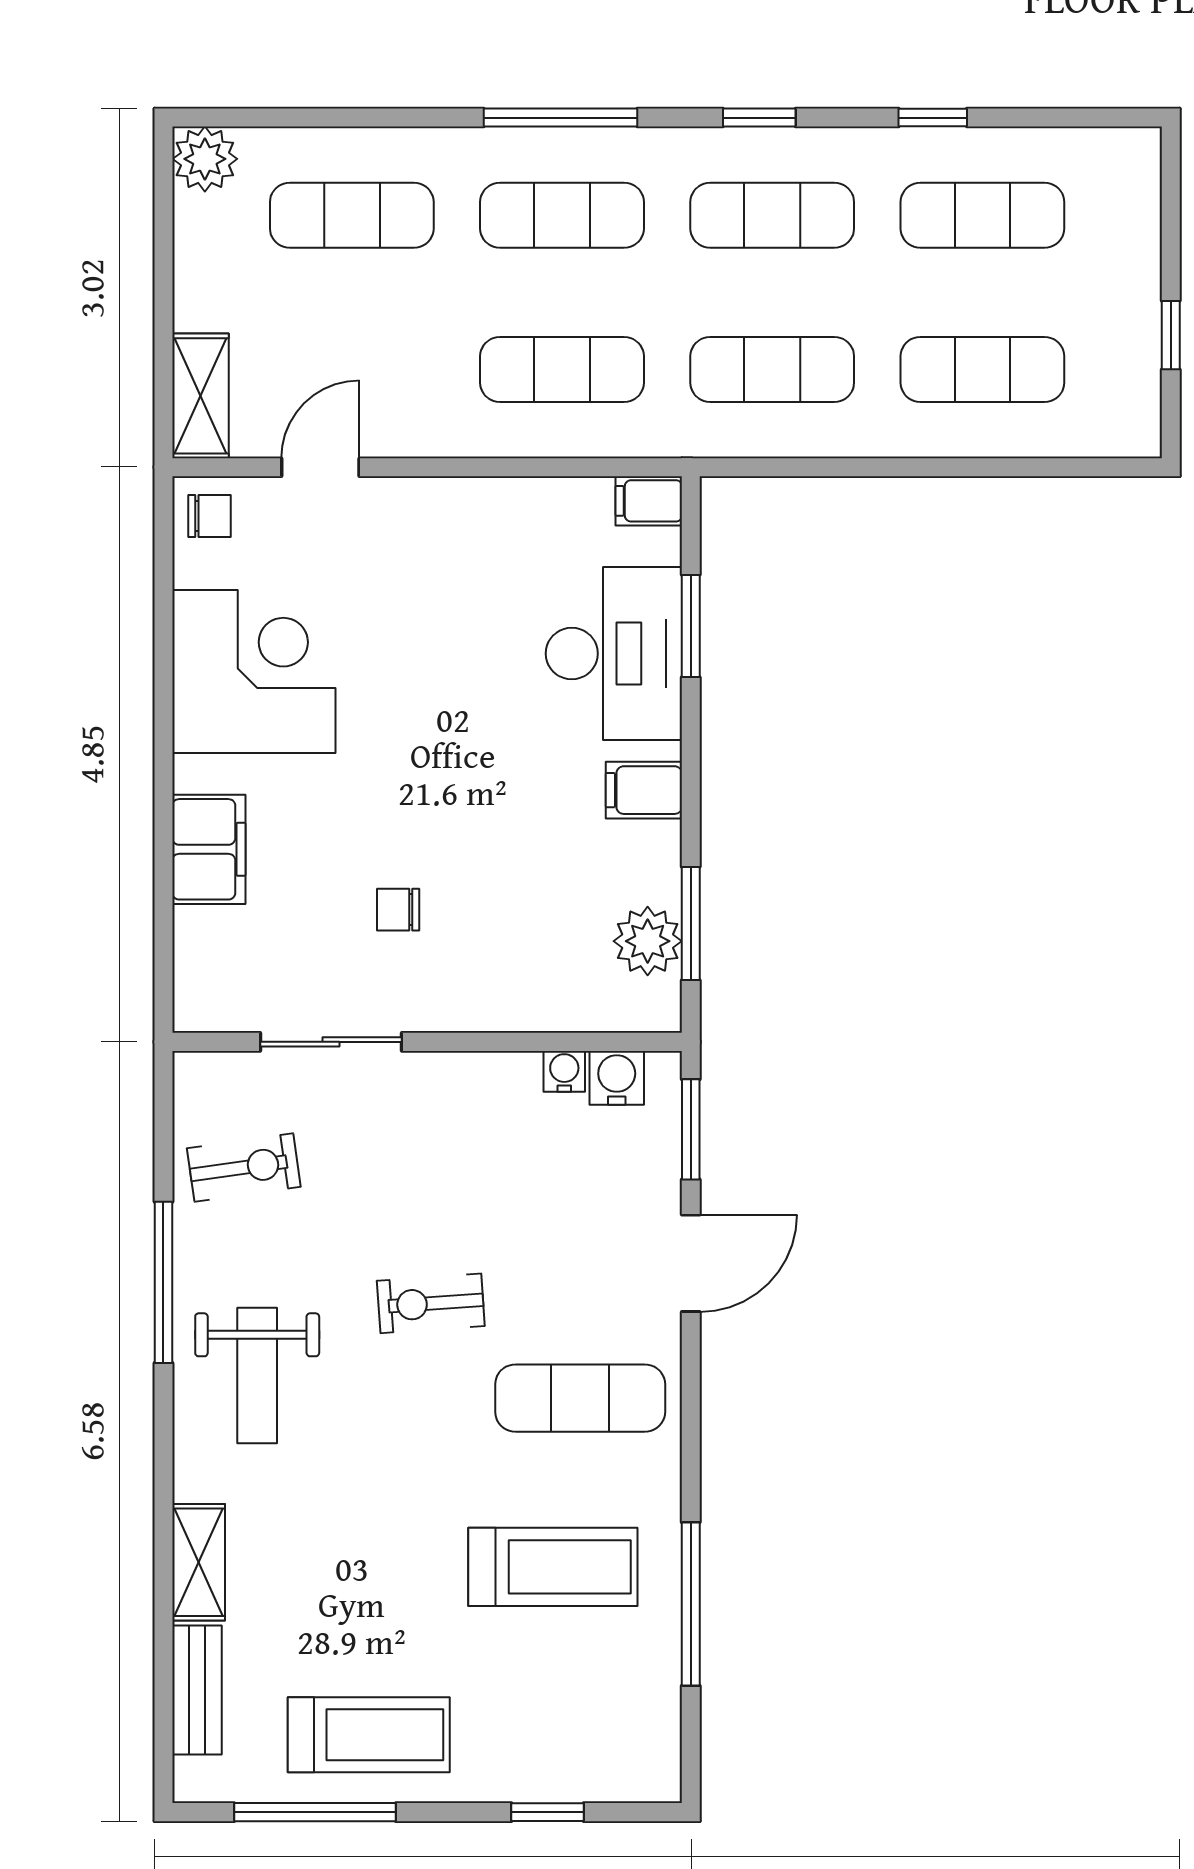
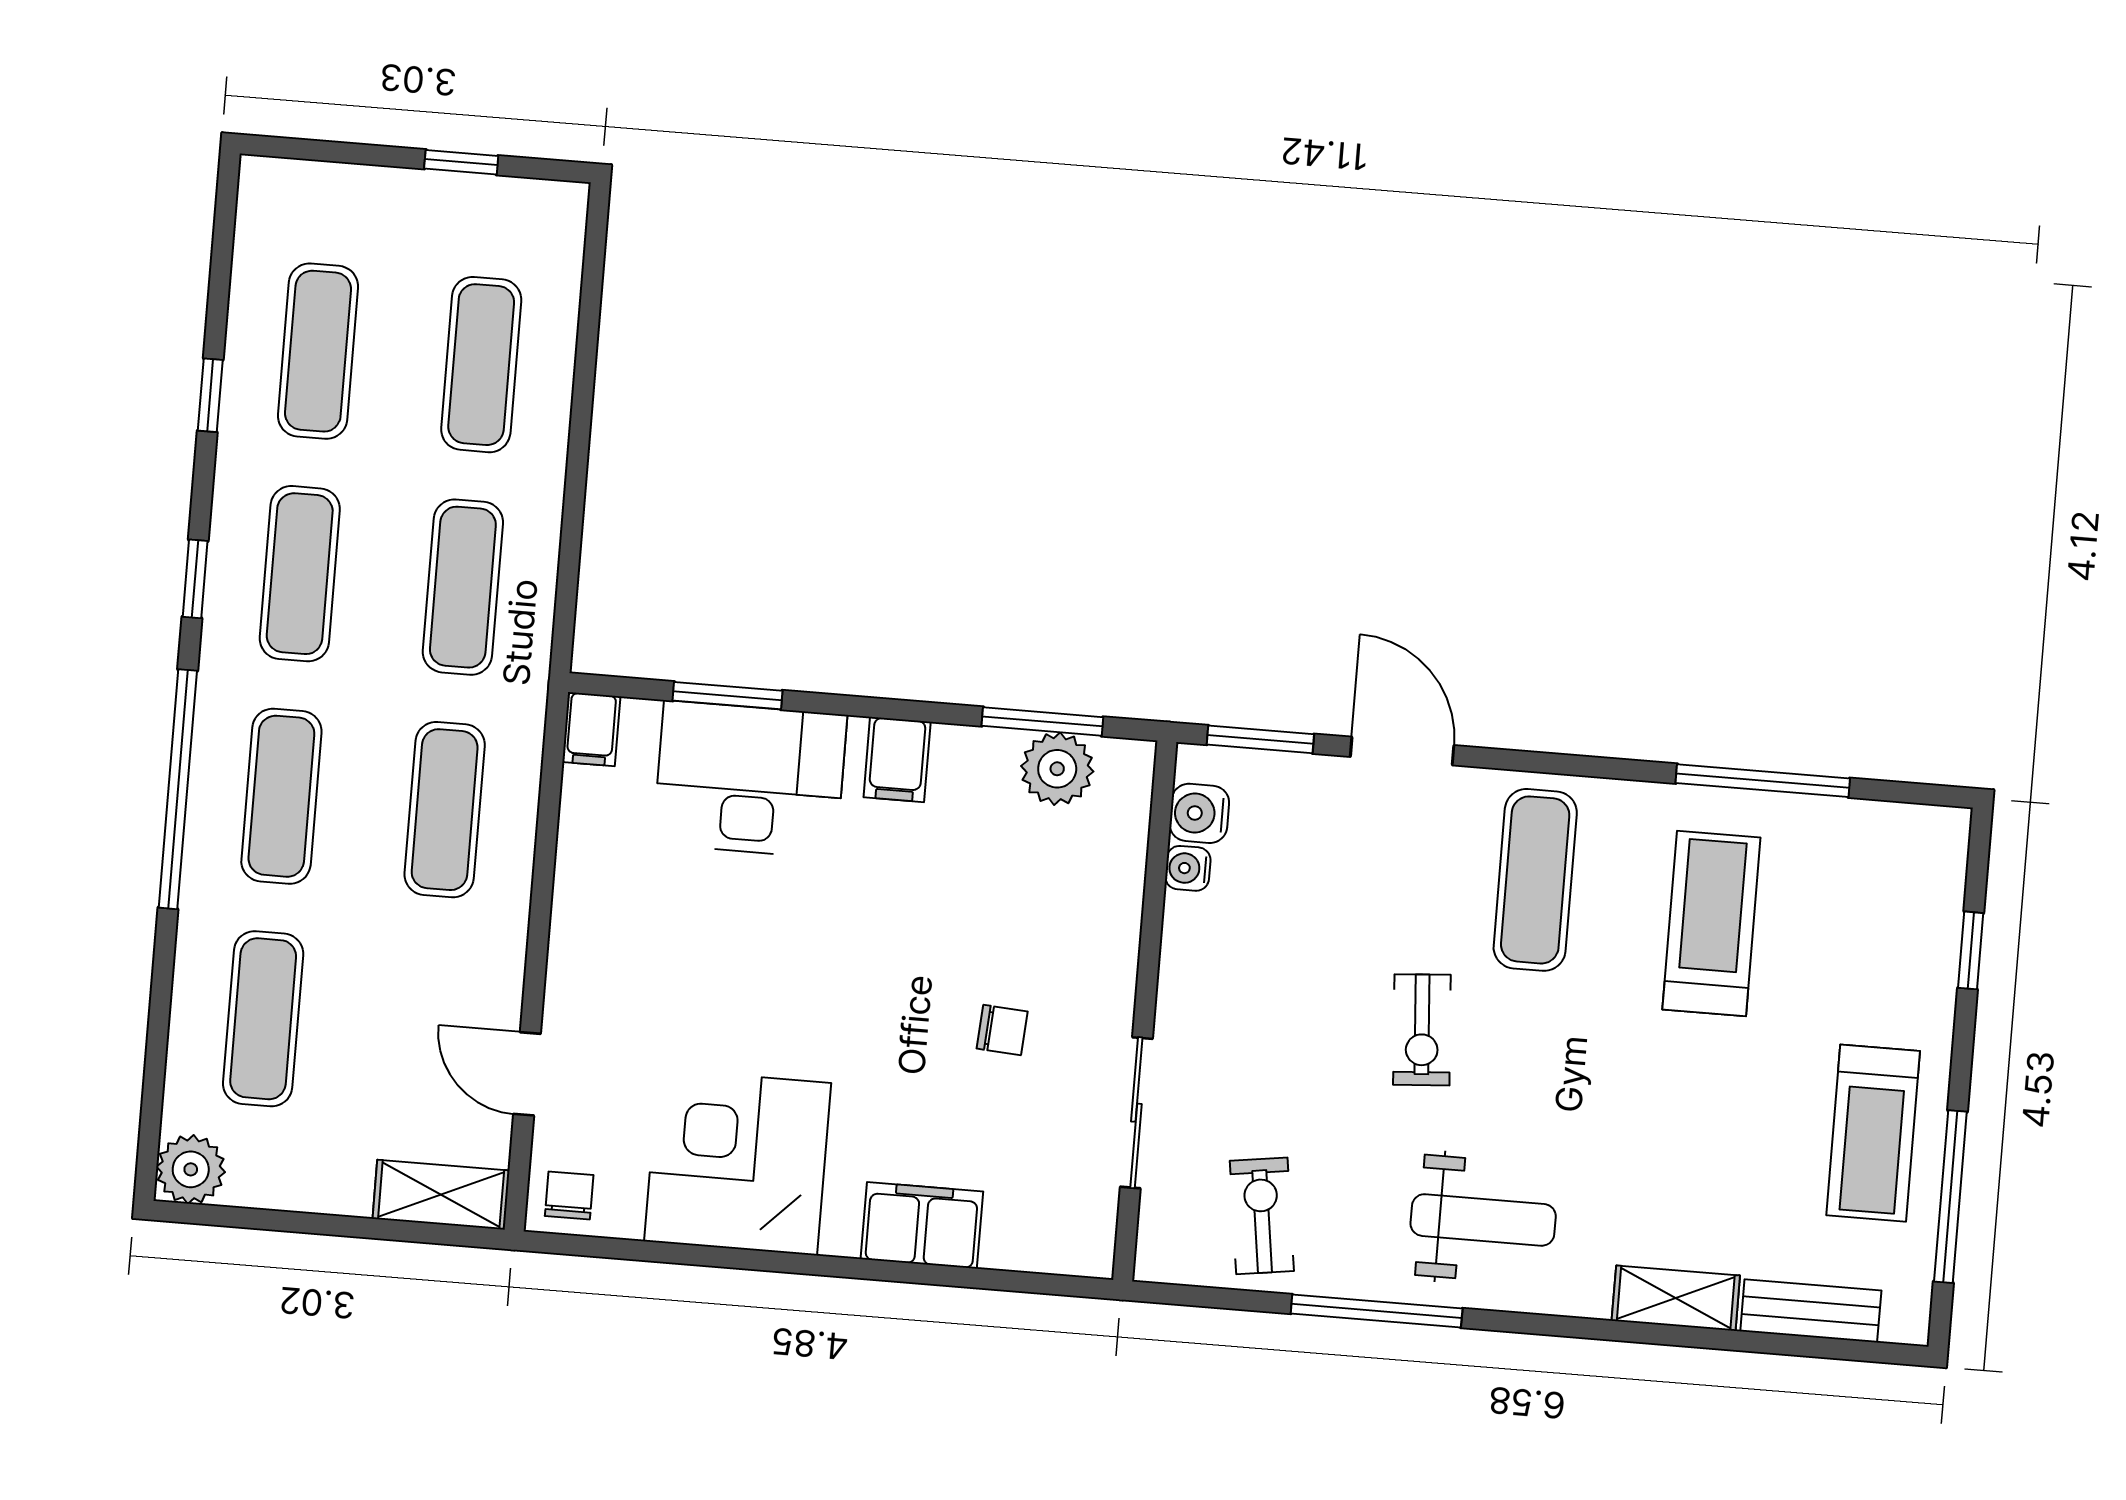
window: (561, 118) -> (178, 789), width x1.46
chair: (398, 910) -> (1002, 1030), turned -86
treadmill: (369, 1735) -> (1873, 1133), turned 180

